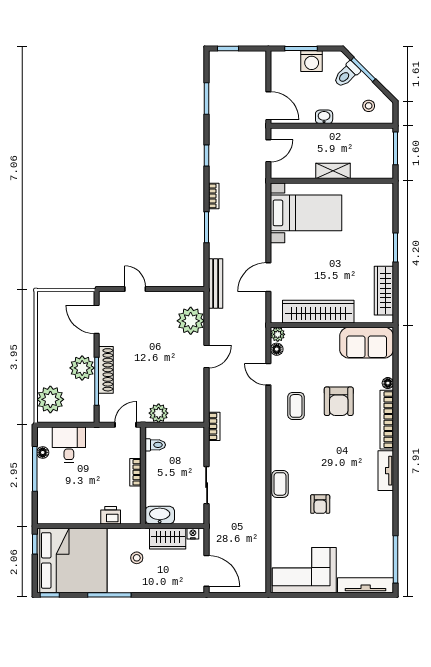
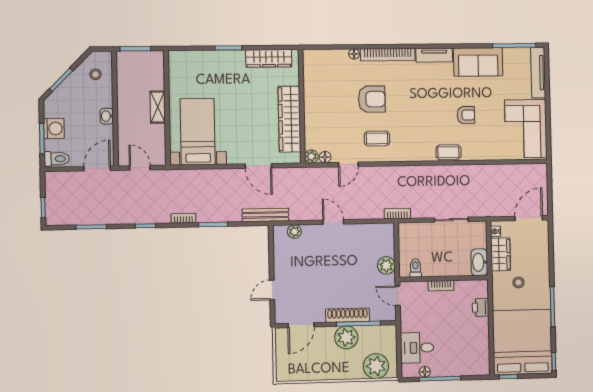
toilet: (347, 74) -> (57, 159), moved, turned -45
plant: (191, 321) -> (294, 232), width x0.53, depth x0.53
sofa: (367, 343) -> (478, 62), moved, turned 90

